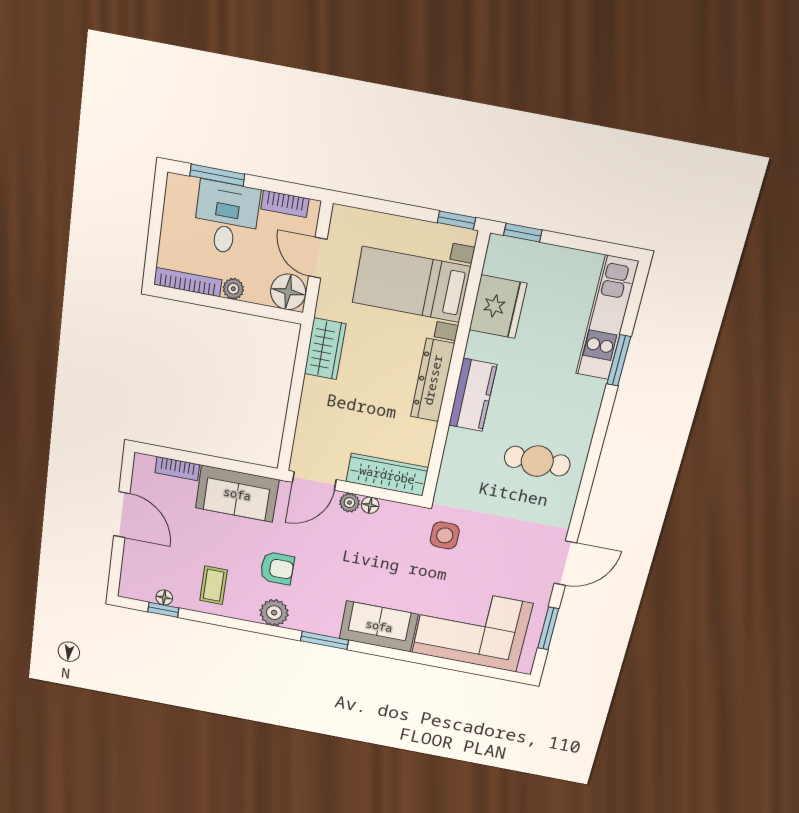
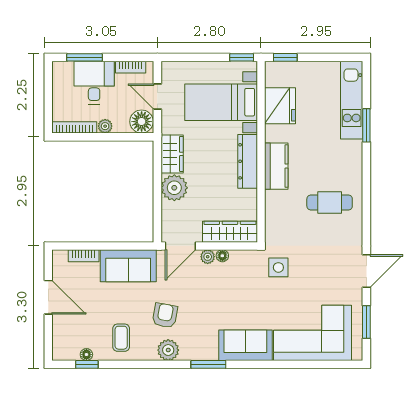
plant: (320, 398) -> (174, 188), added
armchair: (277, 568) -> (165, 315), turned -80

